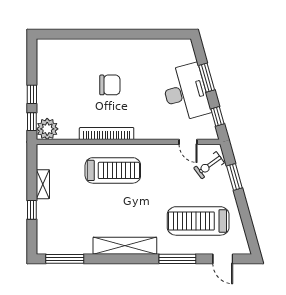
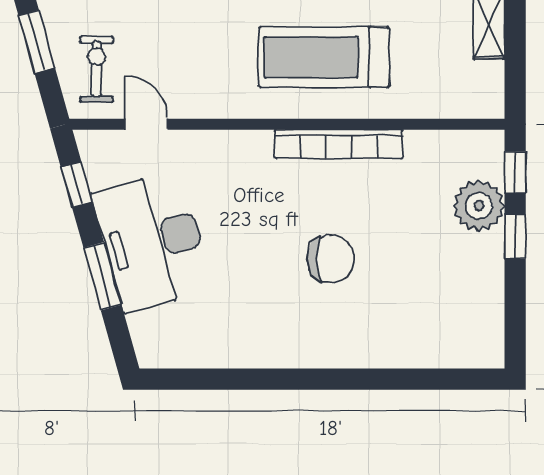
chair: (110, 85) -> (331, 259), turned 180
plant: (47, 129) -> (479, 206), moved
exercise bike: (209, 165) -> (97, 69), turned -54

